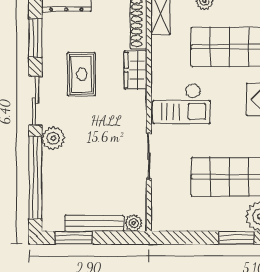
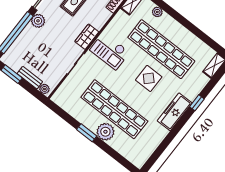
wardrobe: (136, 70) -> (87, 37), moved
bench: (94, 223) -> (30, 78), width x0.73

